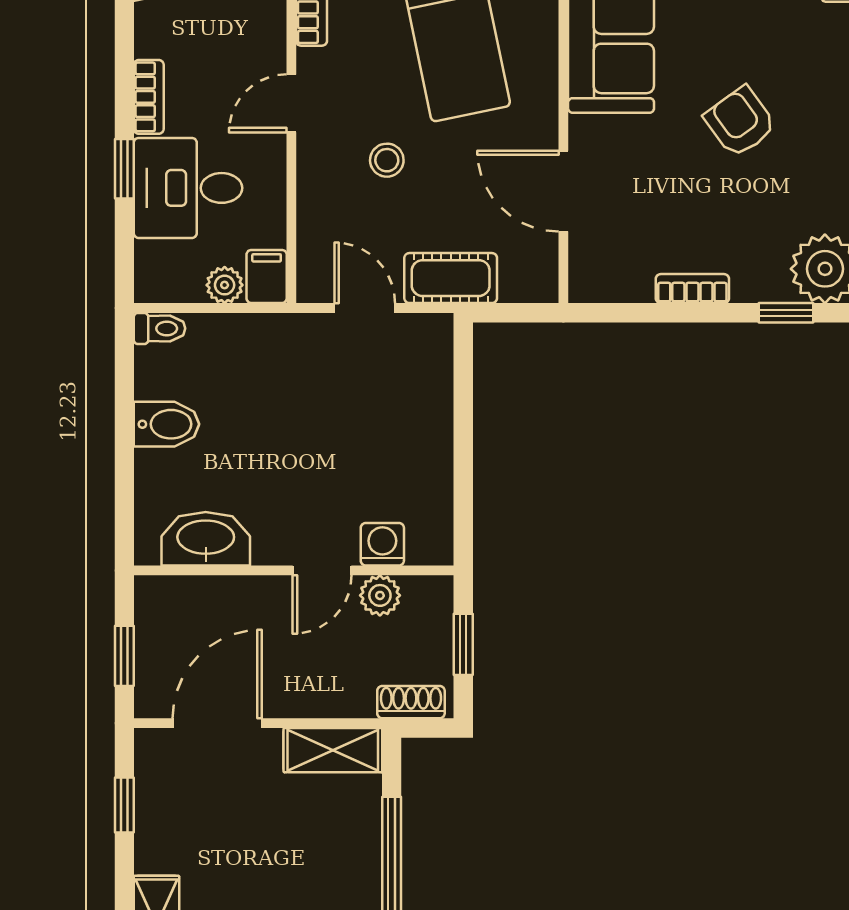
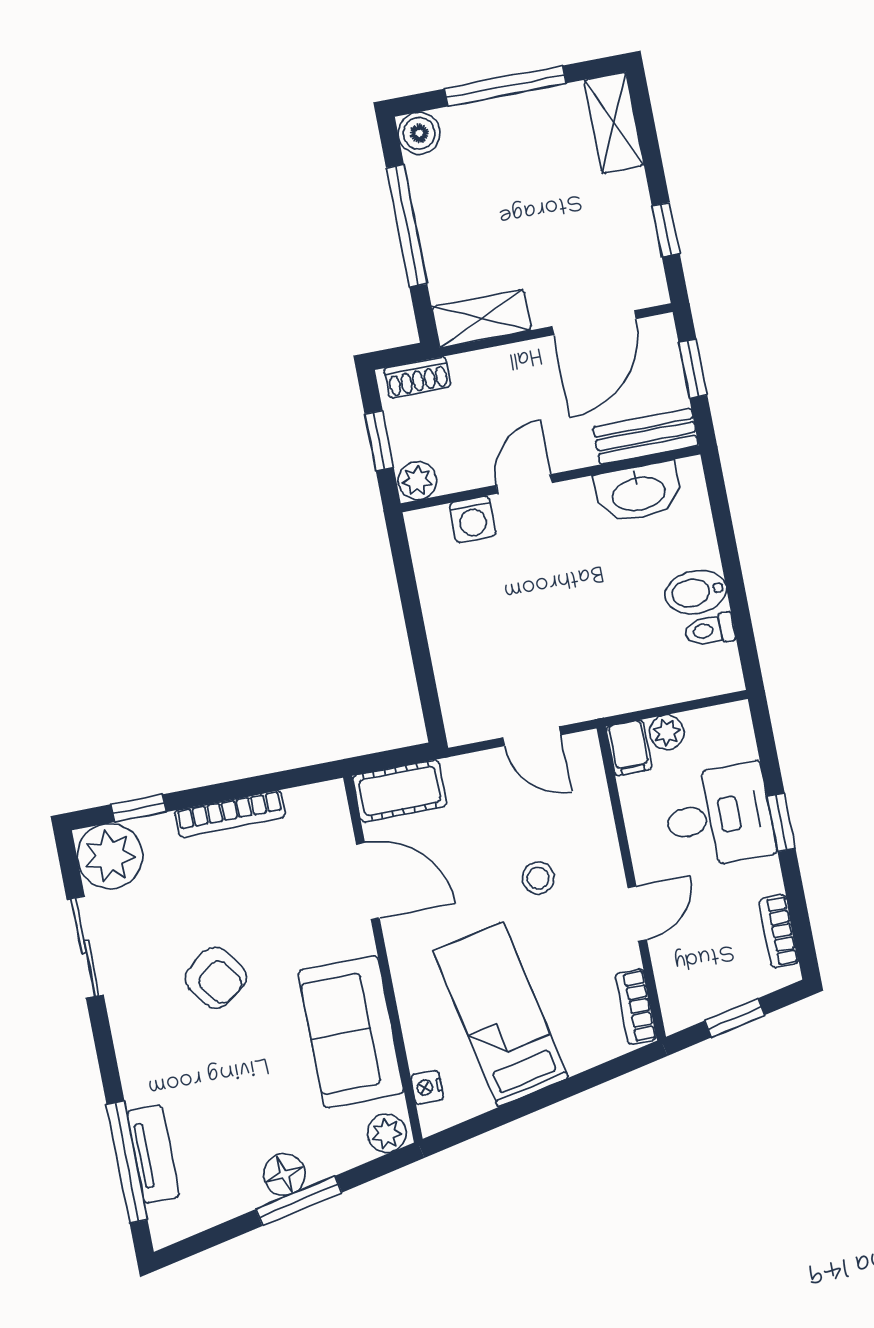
bookcase: (149, 97) -> (779, 931), moved
cot: (451, 278) -> (400, 791), moved
bookcase: (692, 289) -> (230, 814), width x1.56
toilet: (160, 328) -> (710, 630), moved
bench: (187, 595) -> (646, 436), added
plant: (380, 595) -> (417, 481), moved

